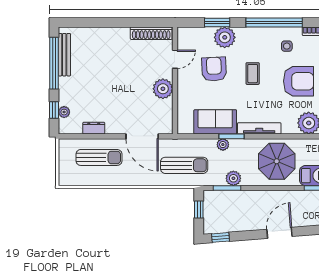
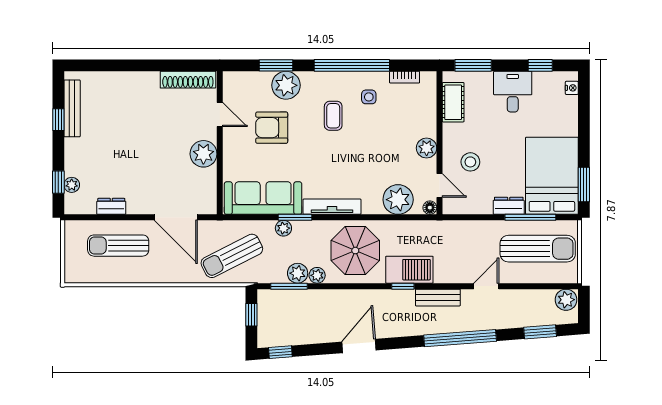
door: (175, 59) -> (220, 115), hinge flipped
window: (54, 63) -> (58, 120), width x0.32
armchair: (214, 69) -> (272, 128), turned -87
coffee table: (253, 74) -> (333, 116), moved
armchair: (298, 81) -> (384, 144), removed
sofa: (215, 122) -> (263, 198), width x1.36
sun lounger: (99, 157) -> (118, 246), turned 180
sun lounger: (184, 165) -> (232, 256), turned 153
plant: (248, 180) -> (317, 275), added

